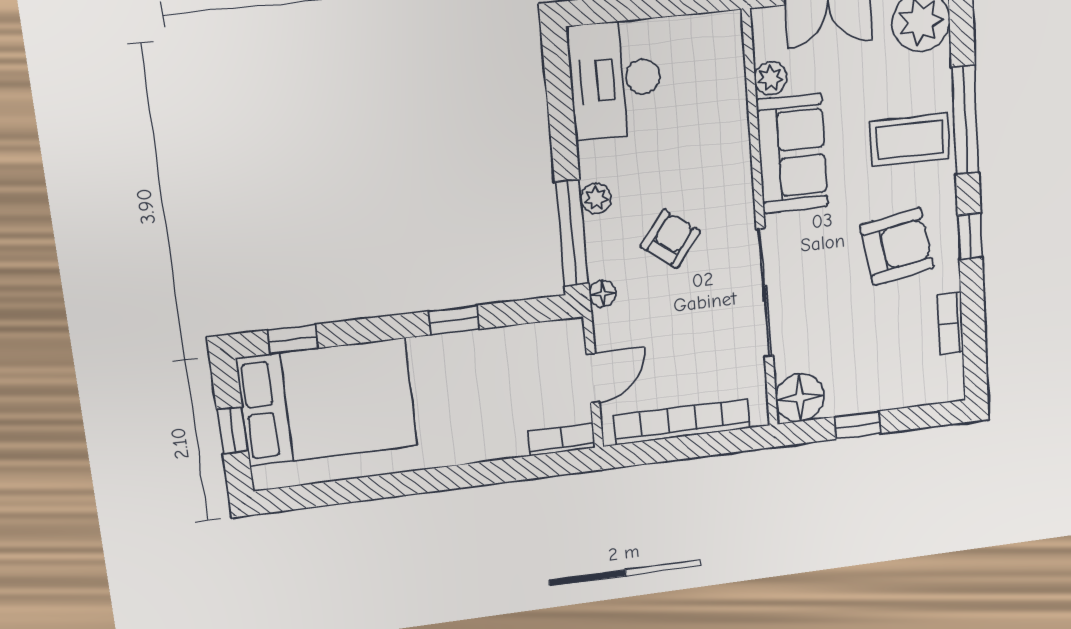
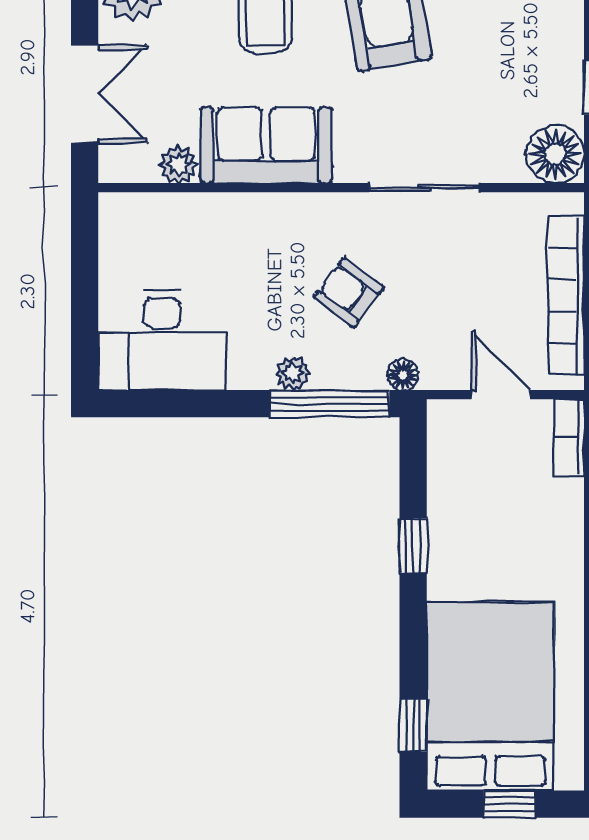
sliding door: (765, 293) -> (425, 188), width x0.73

